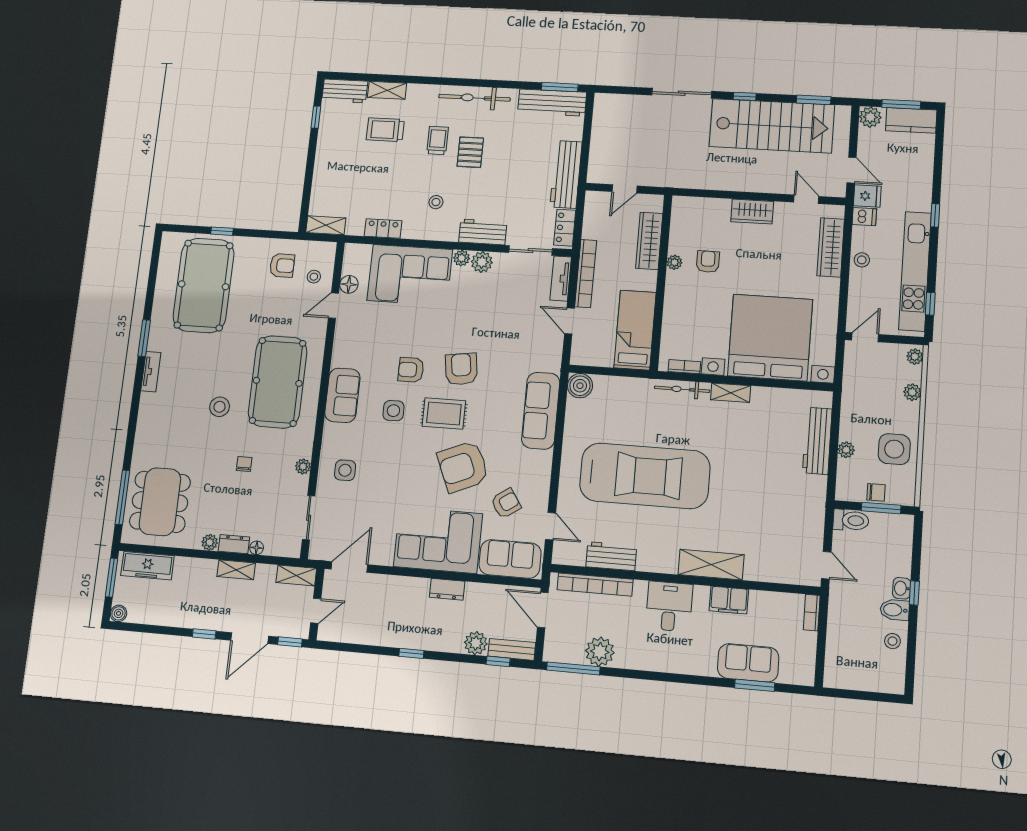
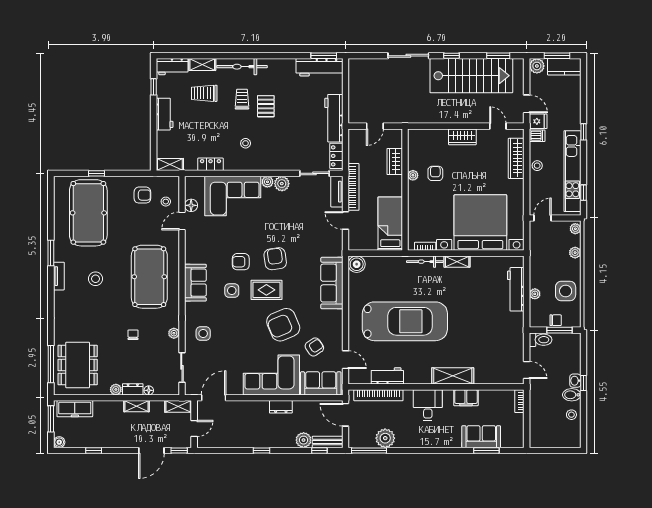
bicycle: (474, 98) -> (242, 67), moved
workbench: (483, 232) -> (165, 114), moved, turned 90
wardrobe: (649, 241) -> (395, 162), width x0.67
stool: (220, 407) -> (96, 279), moved
window: (204, 634) -> (94, 450), moved

